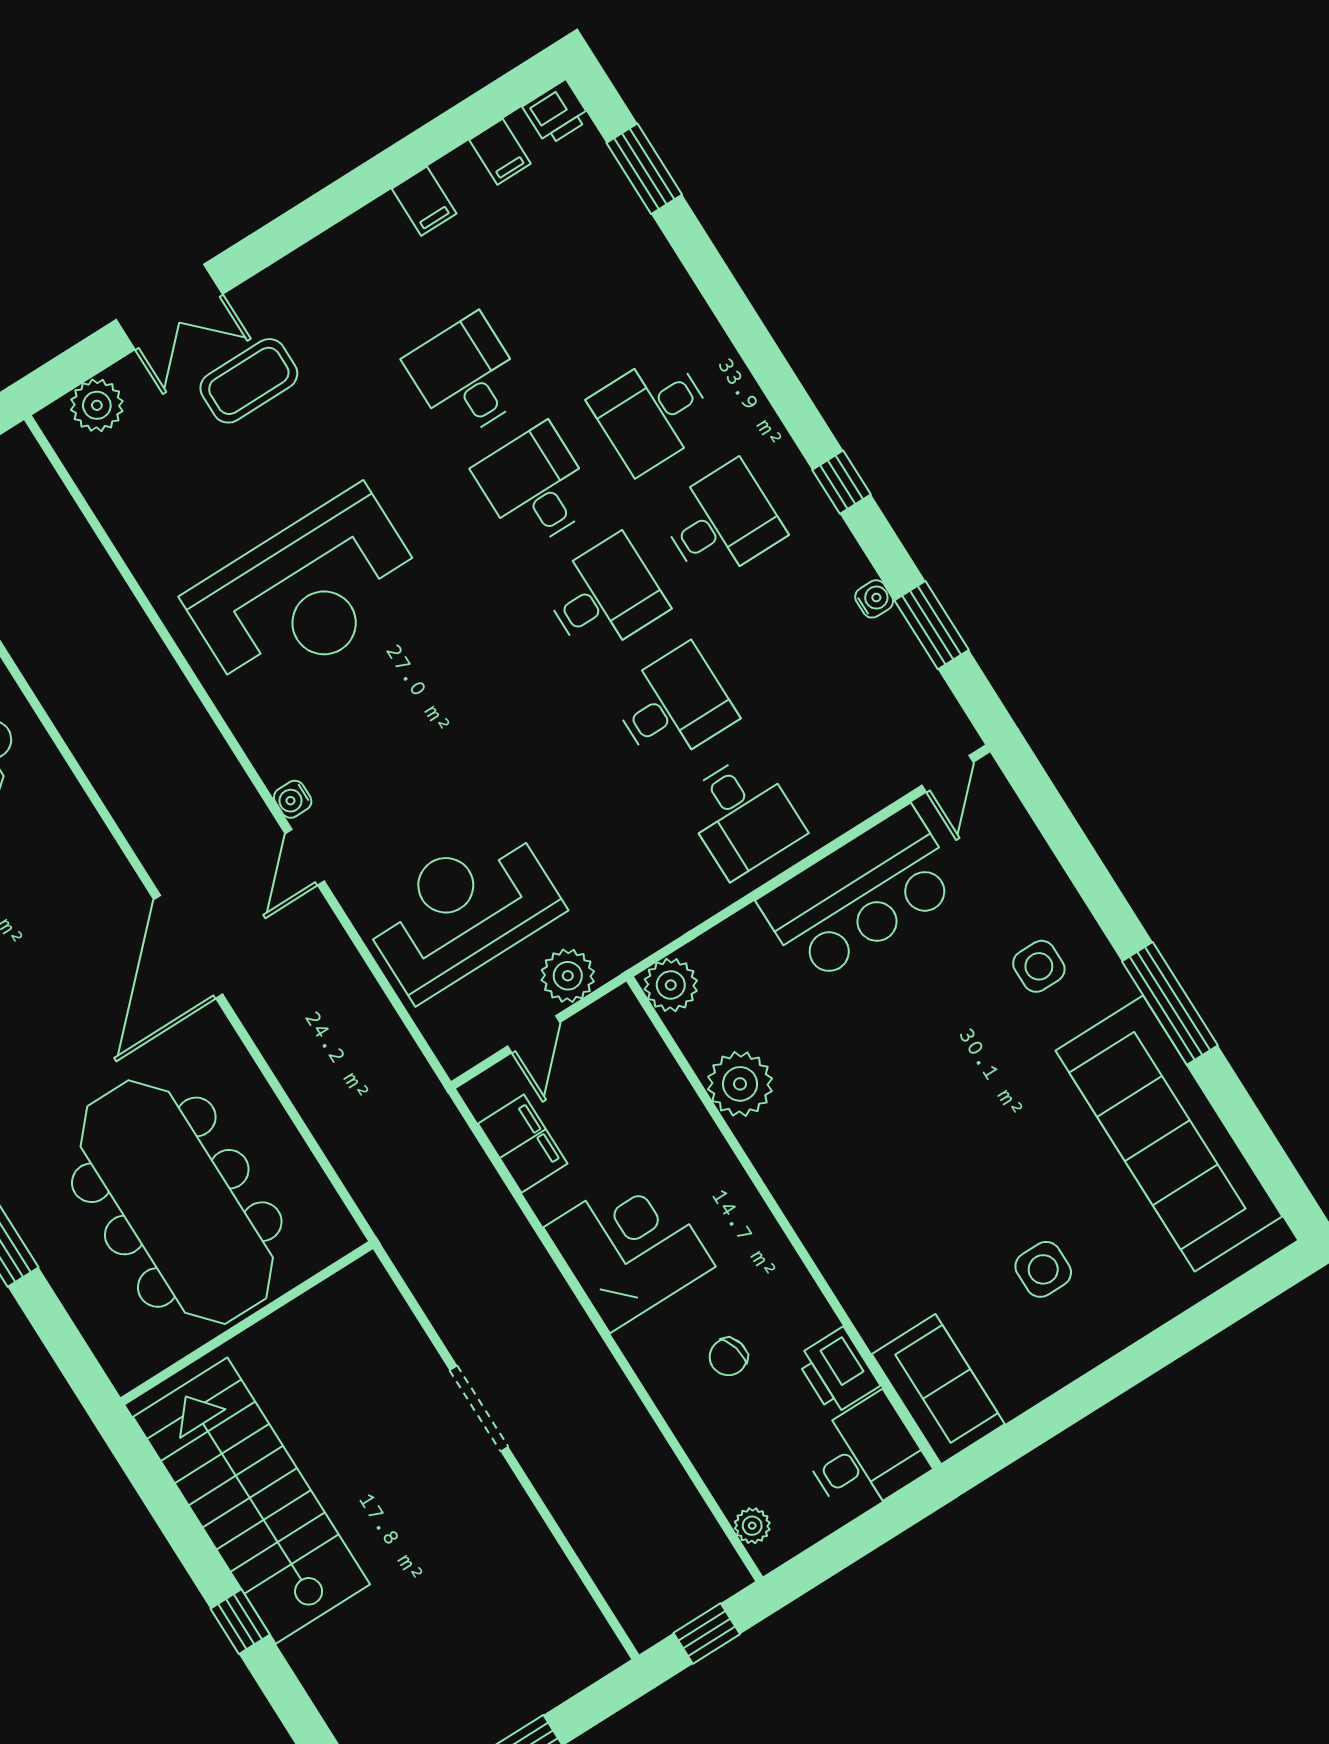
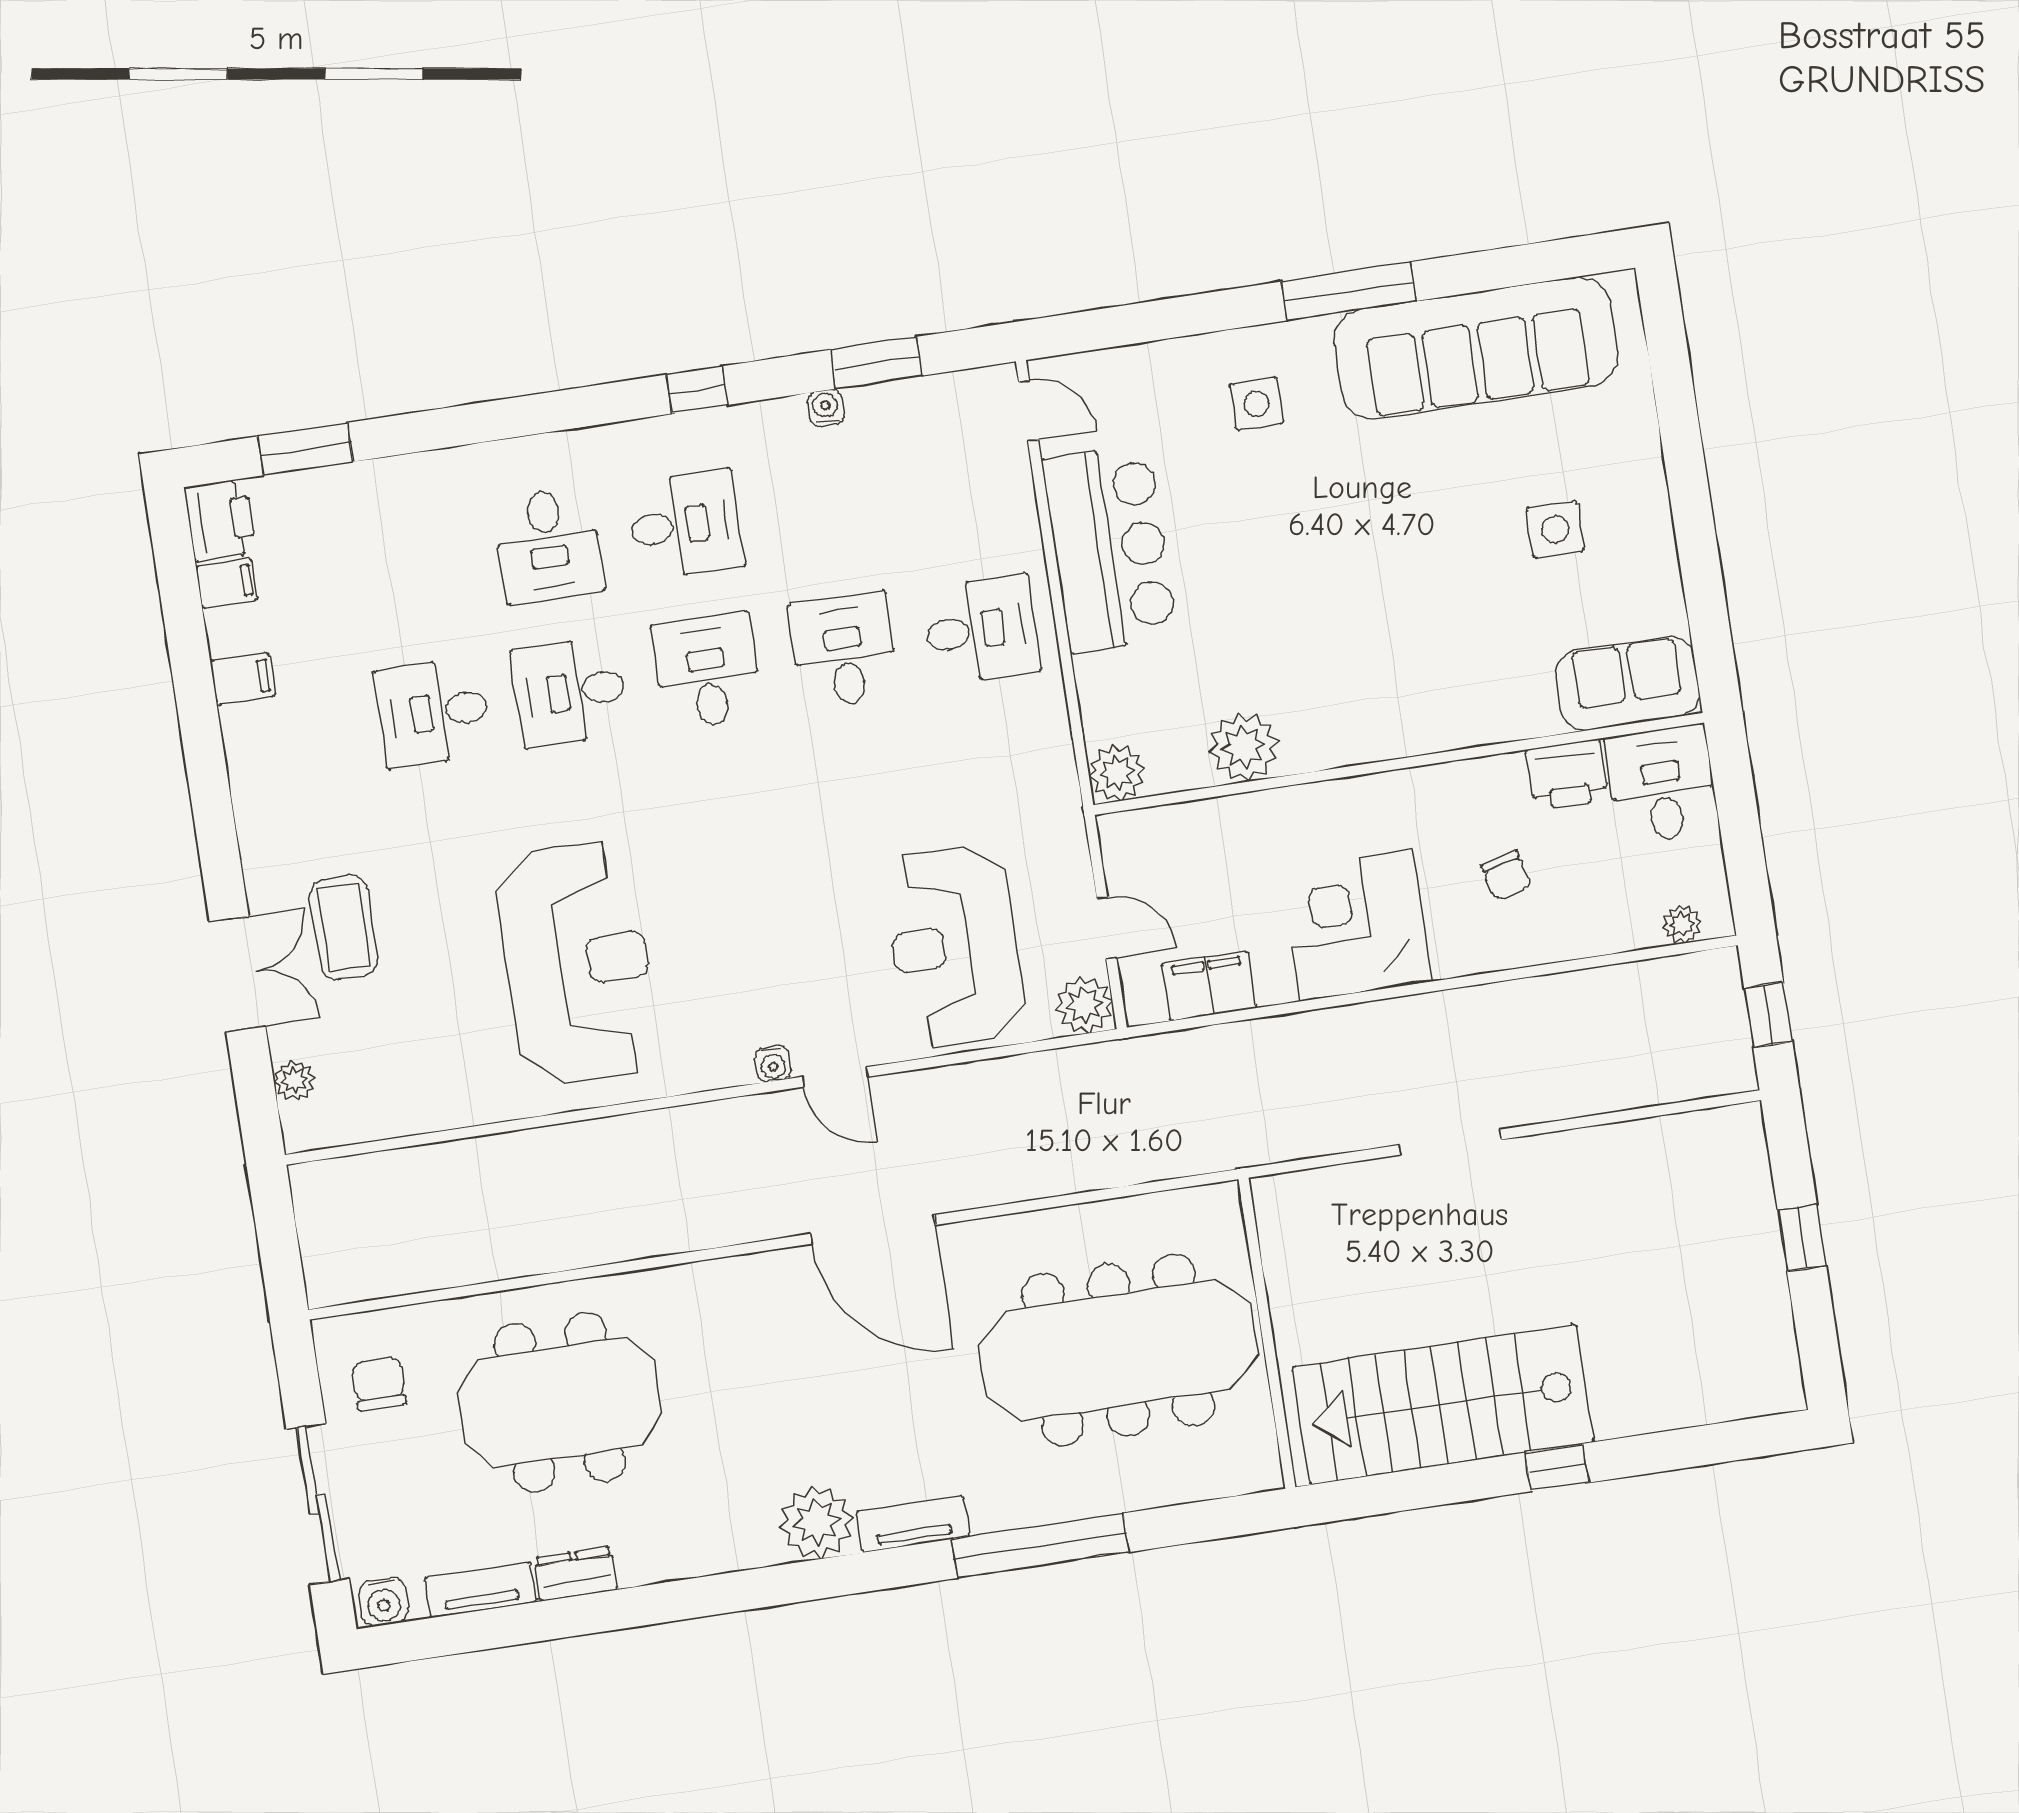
printer: (556, 113) -> (220, 520), width x1.36, depth x1.24
plant: (97, 405) -> (294, 1081), width x0.73, depth x0.73
desk: (722, 522) -> (685, 525), turned 90
plant: (568, 976) -> (1084, 1005), moved

